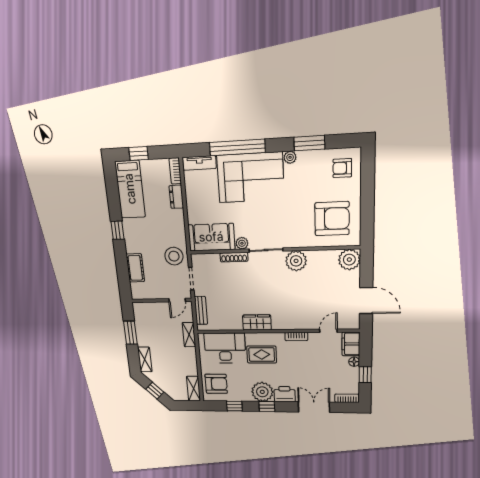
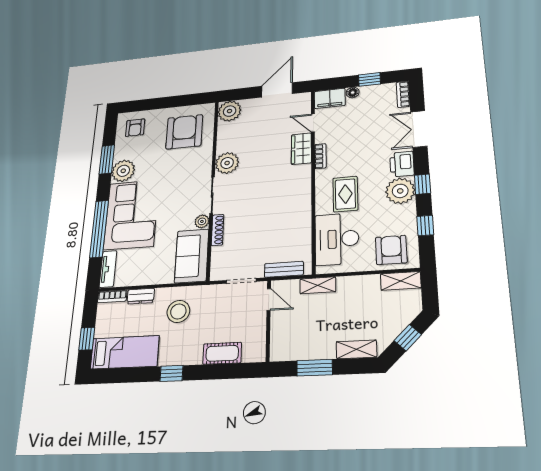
plant: (290, 157) -> (123, 171), width x1.88, depth x1.88
stool: (174, 256) -> (178, 311), moved
wardrobe: (257, 322) -> (301, 149), moved

